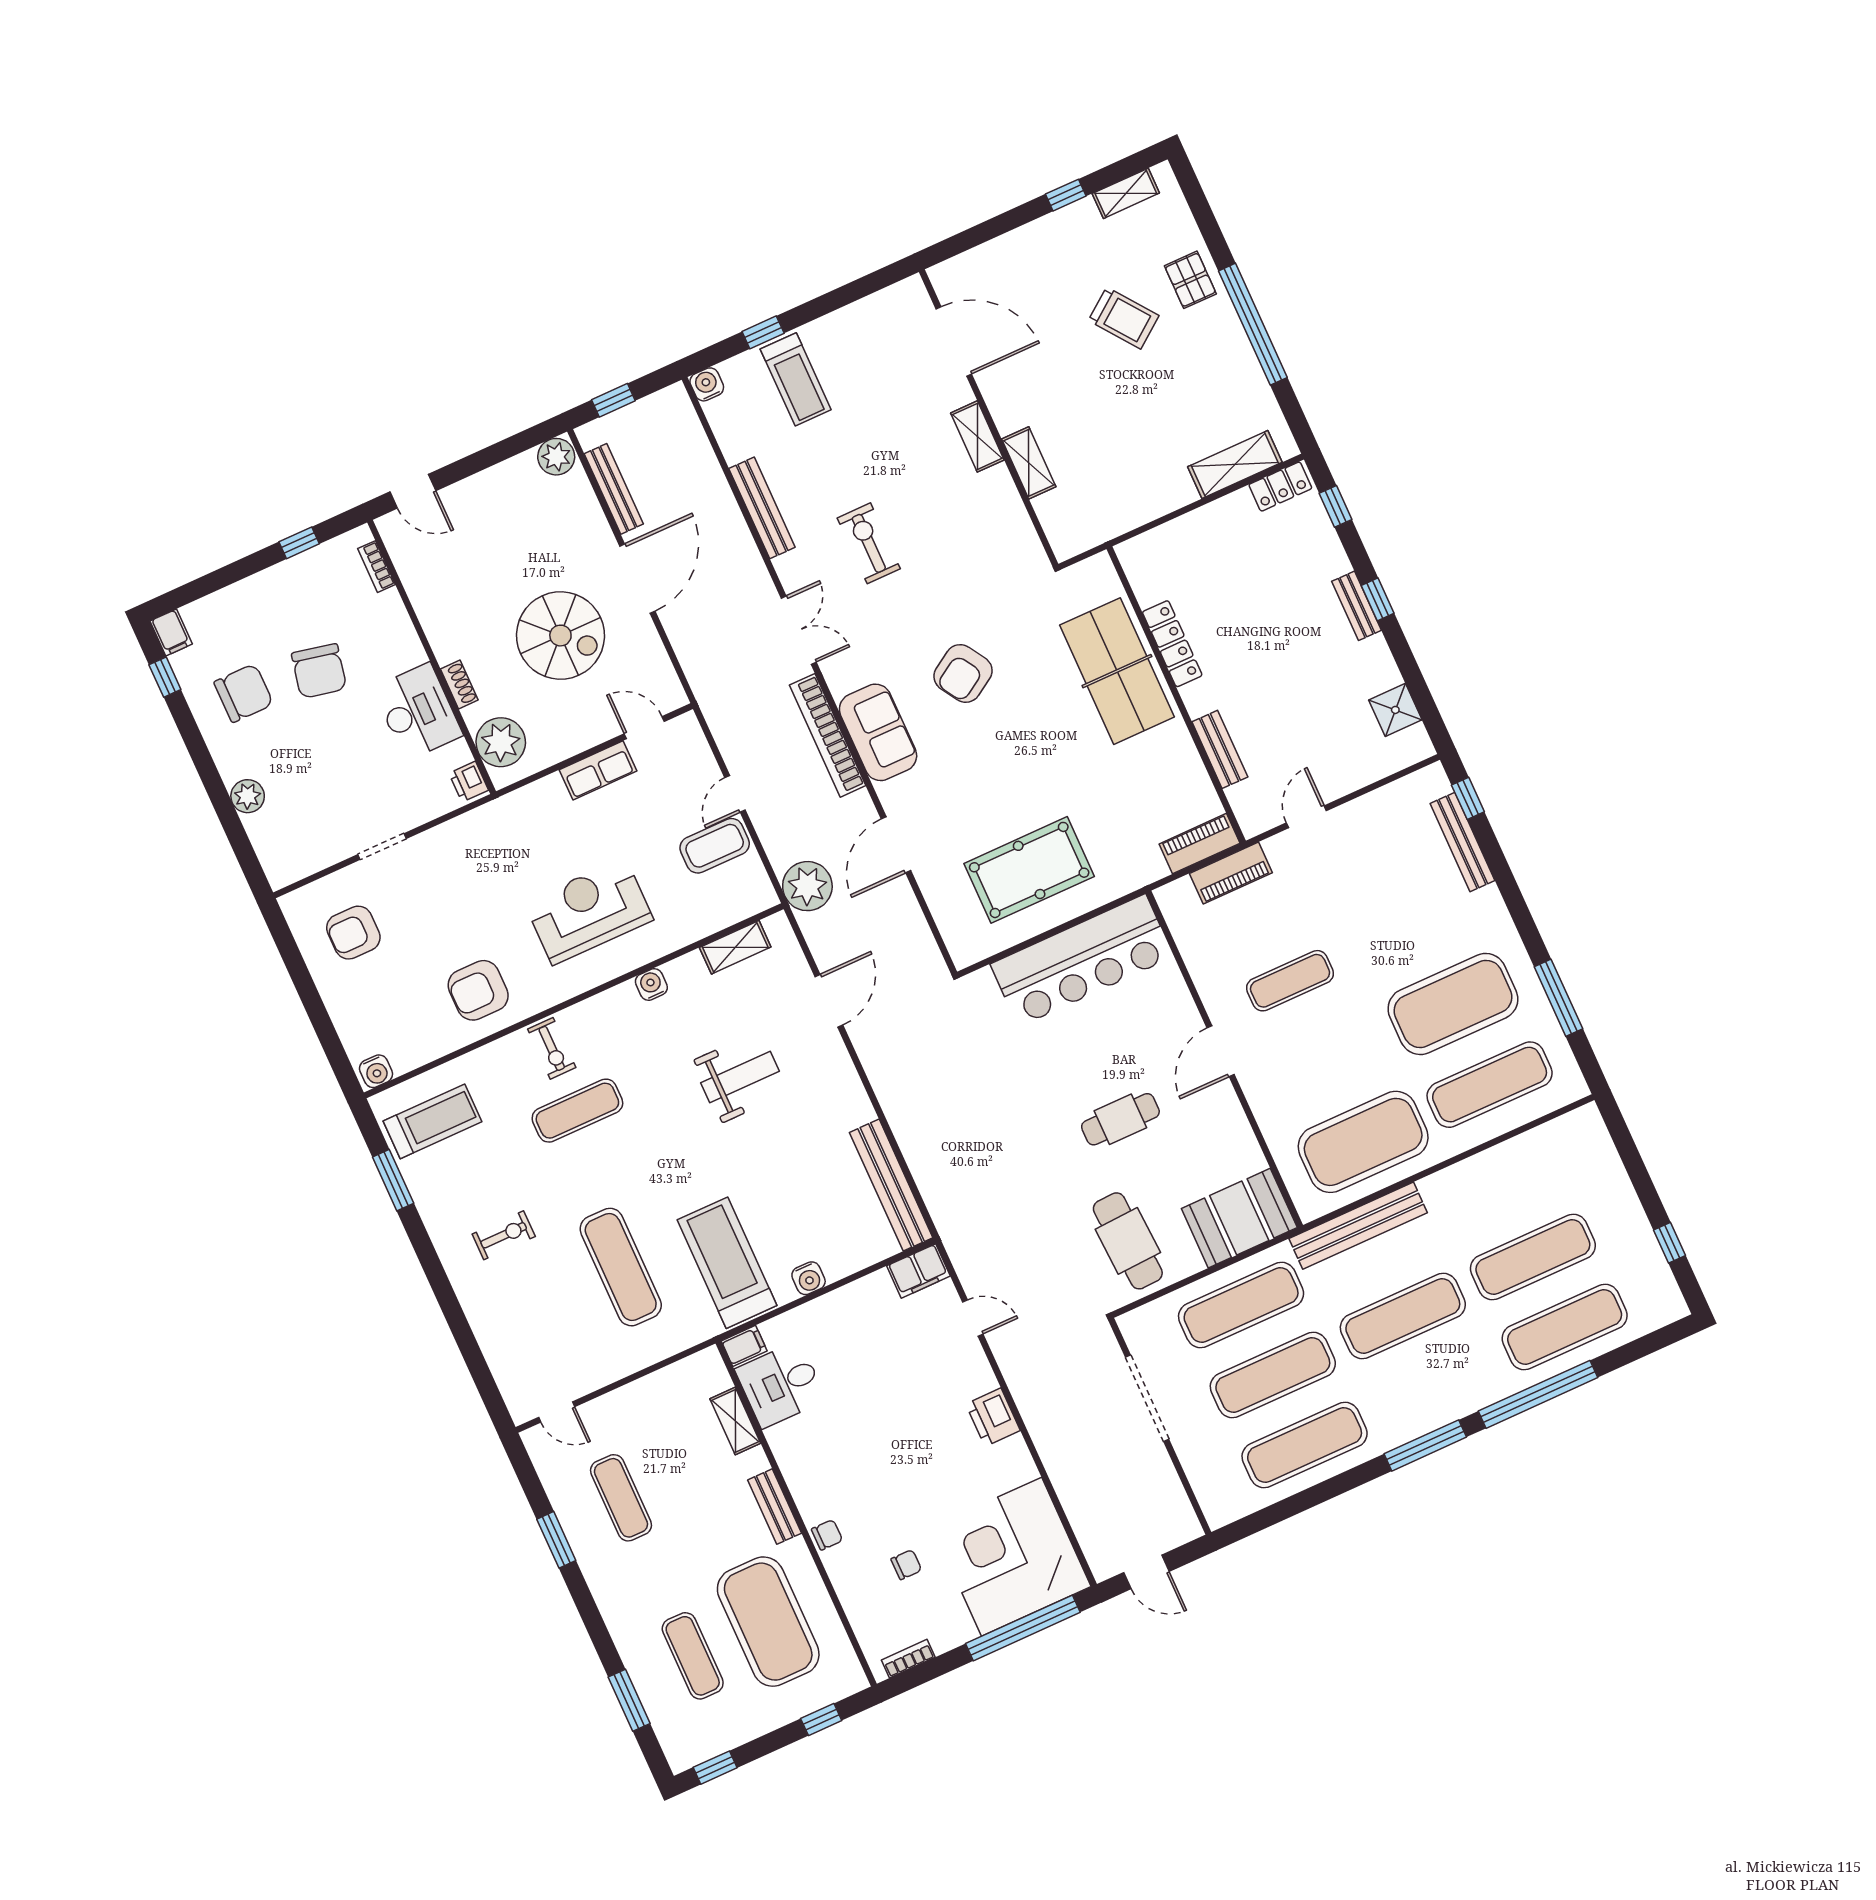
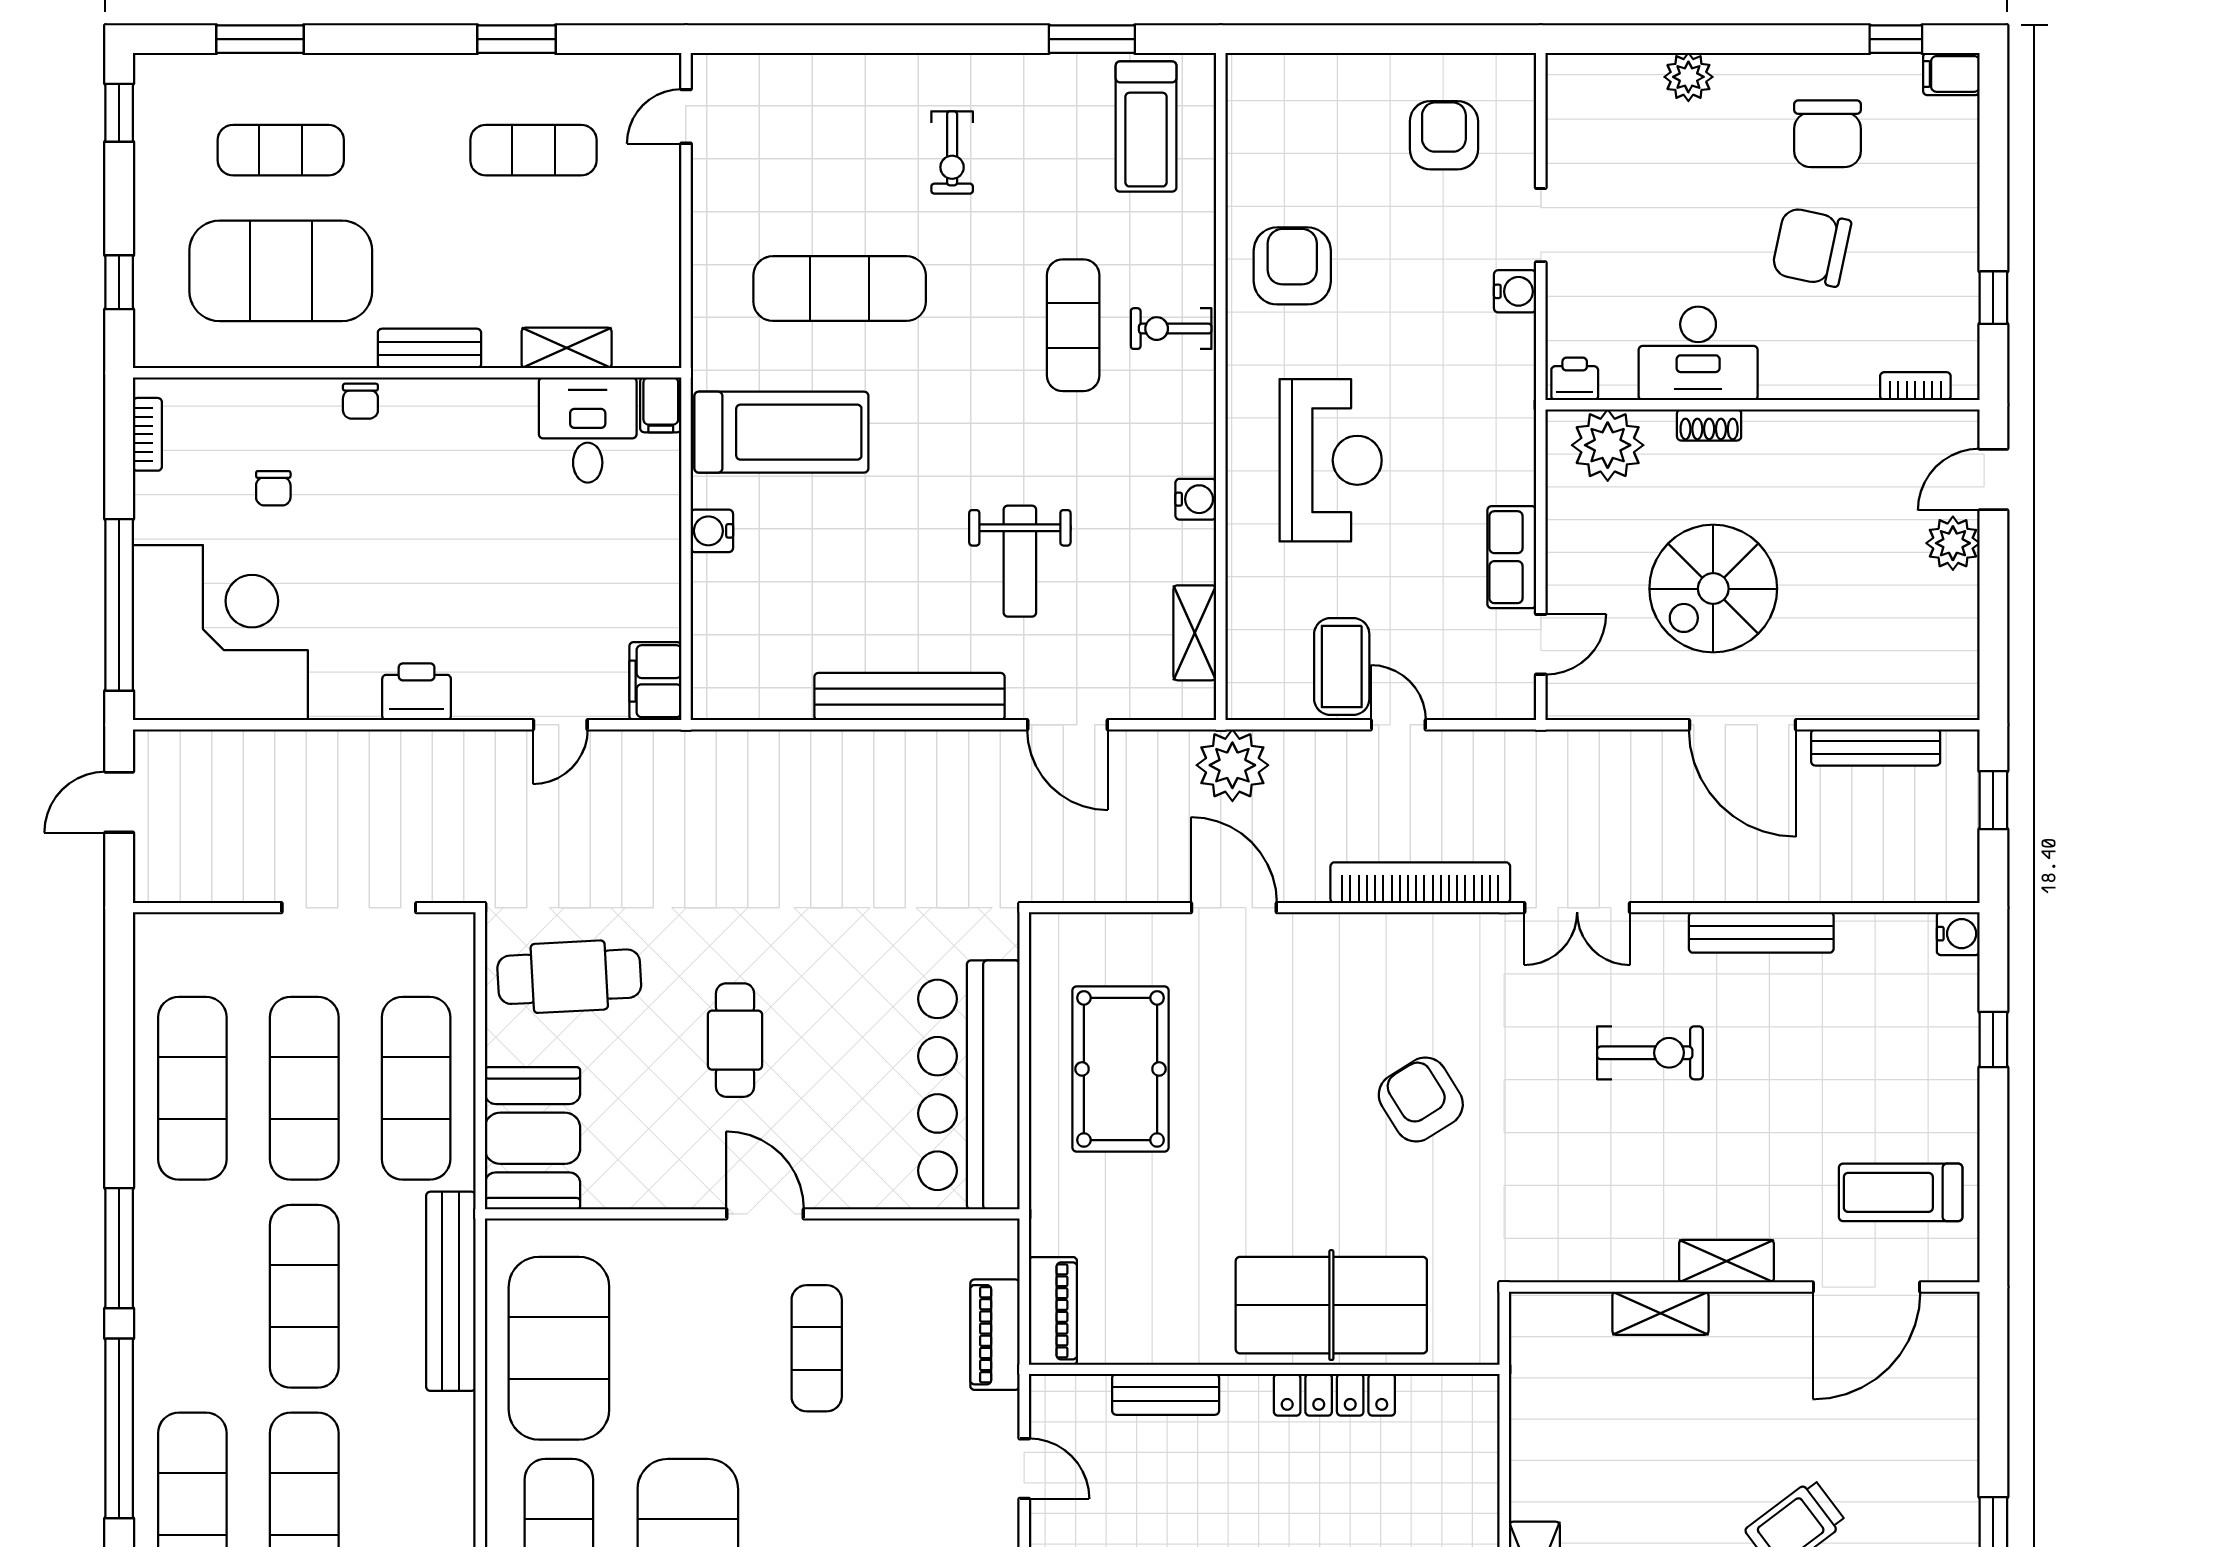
treadmill: (796, 379) -> (1901, 1192), moved
plant: (556, 457) -> (1953, 543), moved
sofa: (878, 732) -> (1394, 951), removed
water cooler: (376, 1071) -> (1515, 291), moved, turned 180
bench: (891, 1185) -> (910, 697), moved

